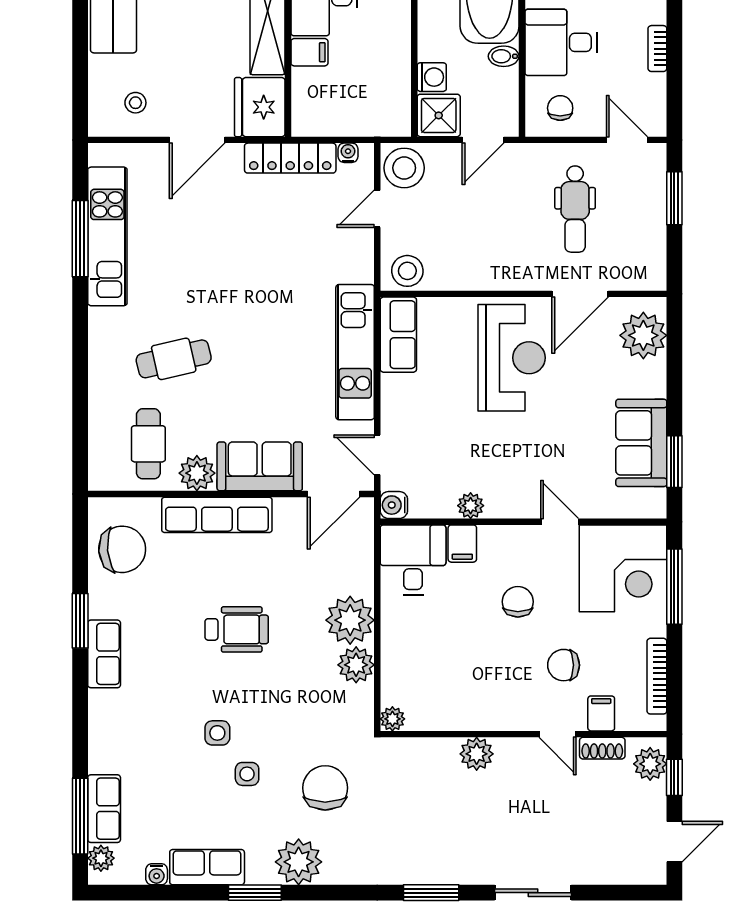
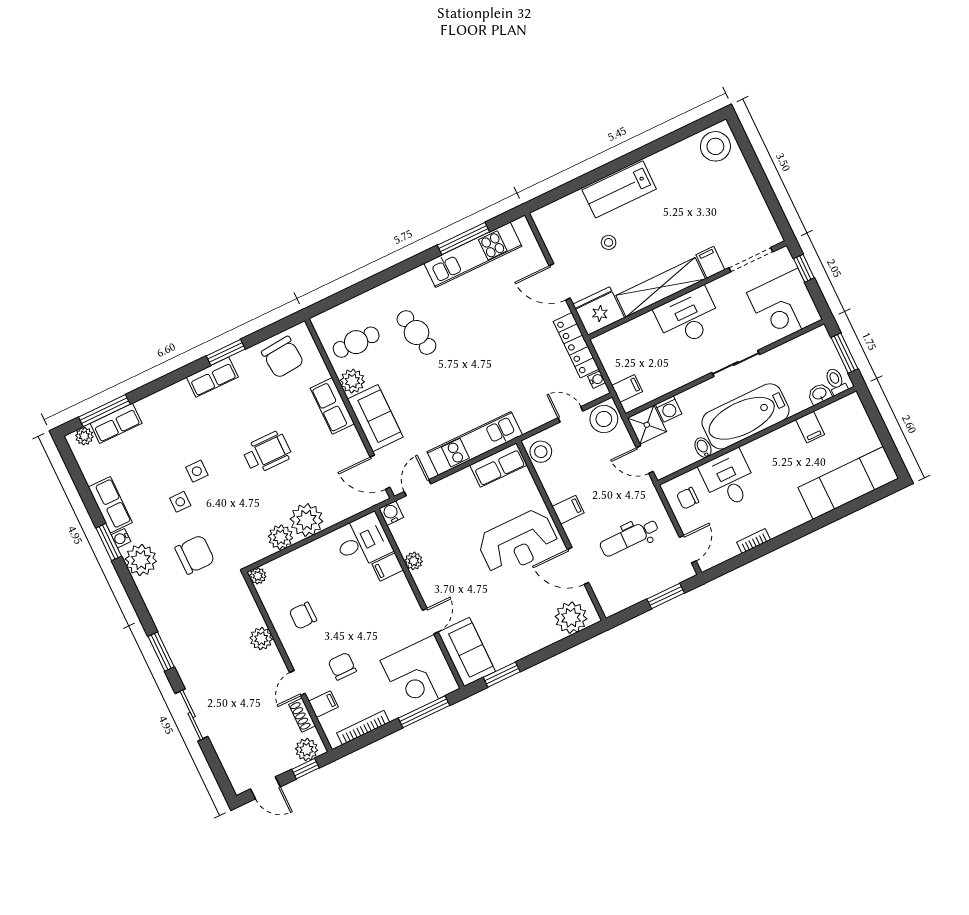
filing cabinet: (309, 52) -> (627, 388), moved, turned -90
stool: (135, 103) -> (609, 242), moved
chair: (560, 108) -> (688, 498), turned 180
filing cabinet: (500, 272) -> (568, 510), added
sofa: (641, 443) -> (467, 652), moved, turned 90
row of seats: (217, 515) -> (332, 406), width x0.68
chair: (518, 602) -> (303, 616), moved, turned 180
wheelchair: (237, 629) -> (267, 452), turned -90
water cooler: (157, 874) -> (121, 538), moved

